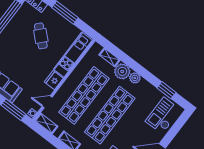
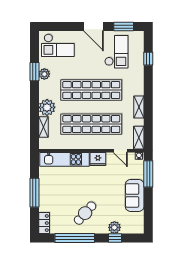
cafe table: (41, 36) -> (85, 213), moved
plant: (135, 78) -> (44, 74), moved
window: (166, 90) -> (34, 72), moved

